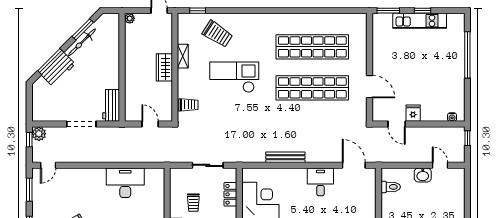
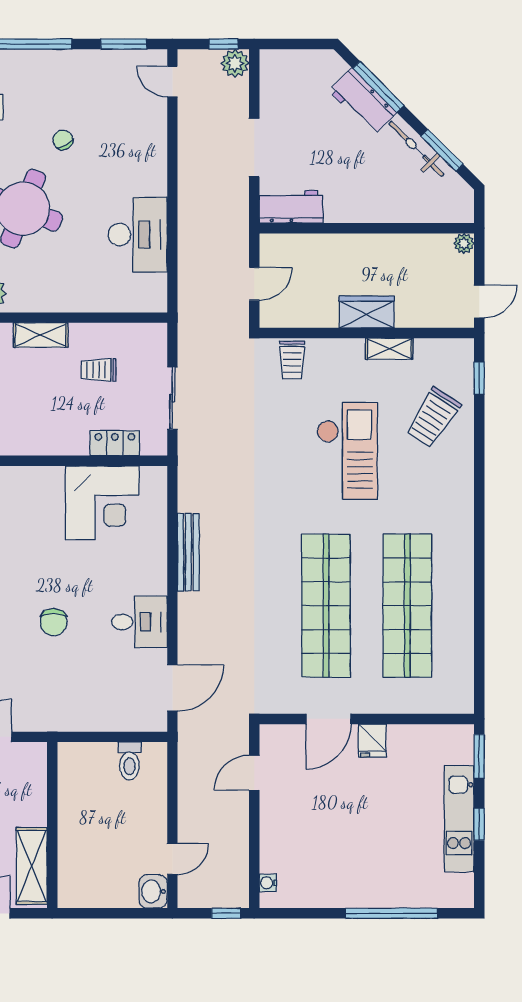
fridge: (413, 113) -> (372, 741), moved, turned 90
washbasin: (423, 175) -> (153, 891), moved

